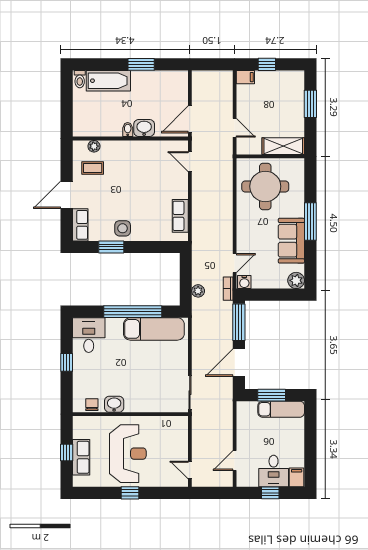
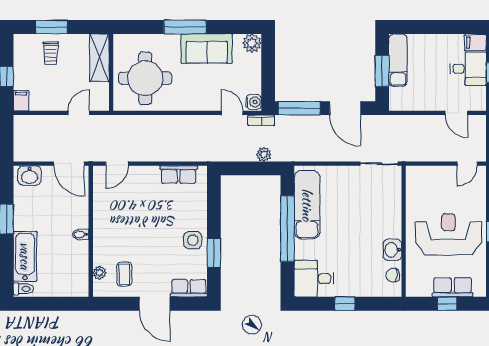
trolley: (287, 103) -> (51, 53), added
washbasin: (144, 128) -> (29, 176), moved, turned -90

